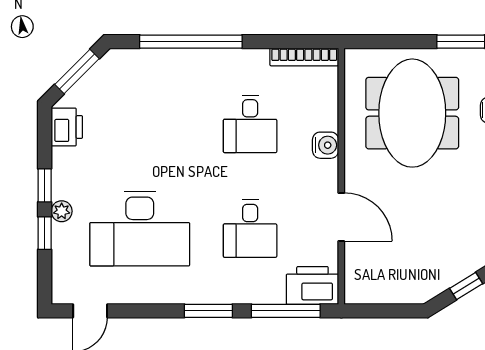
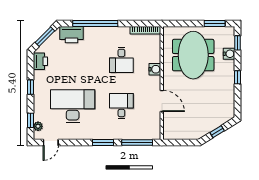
plant: (62, 211) -> (38, 126), moved
desk: (140, 229) -> (73, 106), turned 180
desk: (250, 229) -> (121, 106), turned 180
window: (45, 233) -> (31, 120), moved
printer: (312, 285) -> (72, 35), moved, turned 180

